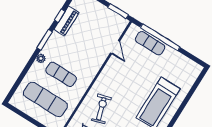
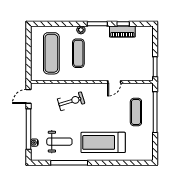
exercise mat: (150, 43) -> (136, 112), moved
door: (115, 47) -> (114, 82), moved

